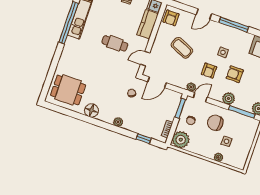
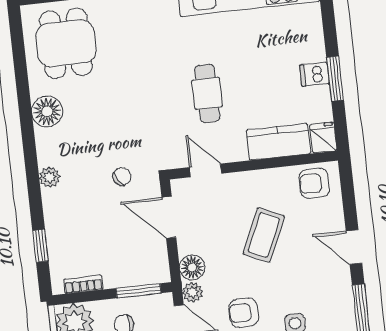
floor lamp: (181, 83) -> (192, 267), added

